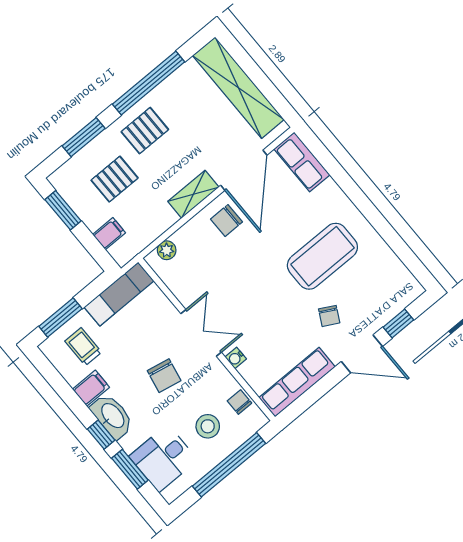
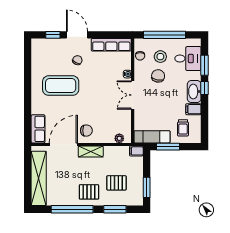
filing cabinet: (109, 234) -> (136, 151), moved
window: (60, 318) -> (168, 147), moved
chair: (164, 376) -> (158, 76), moved

